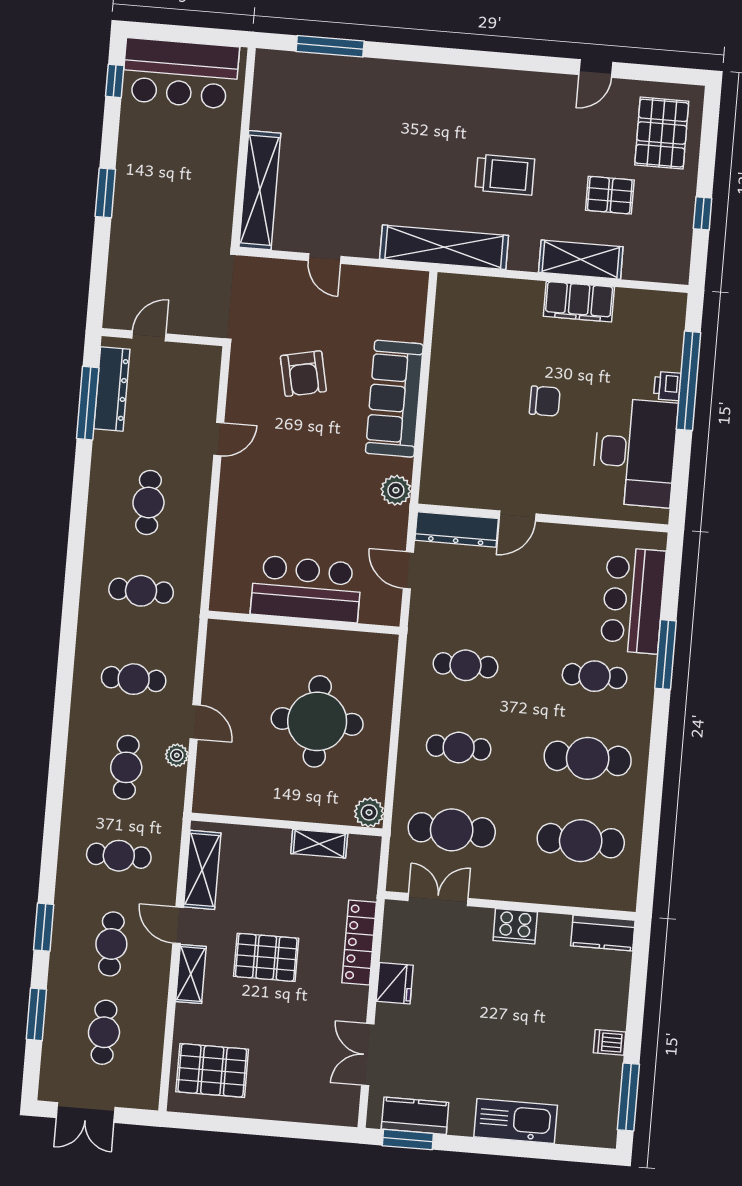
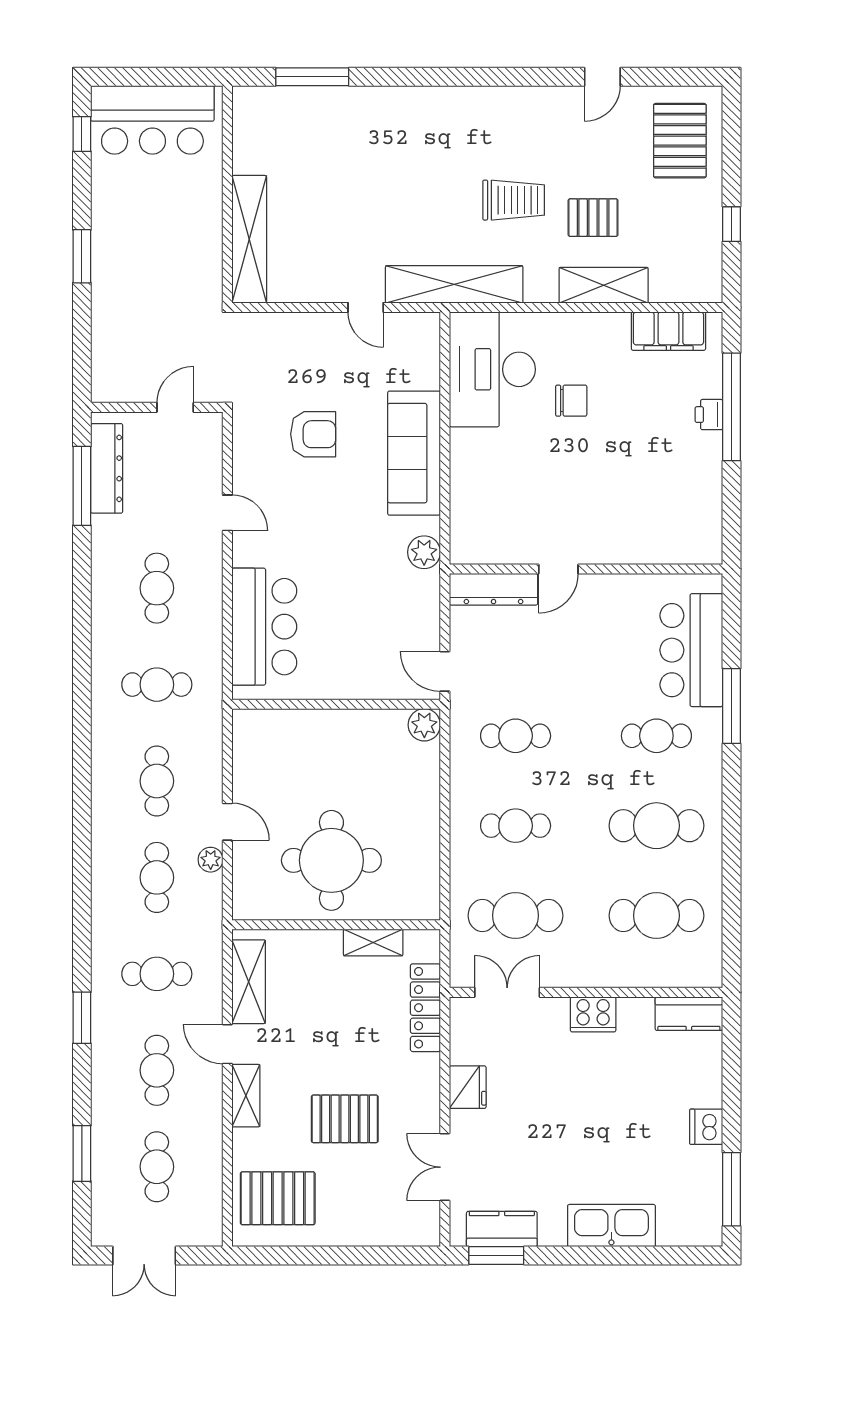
pallet: (610, 195) -> (593, 218), moved
door: (325, 259) -> (366, 307), moved
filing cabinet: (579, 302) -> (668, 331), moved
door: (149, 336) -> (175, 407), moved
armchair: (303, 374) -> (313, 434), turned -78
chair: (545, 401) -> (571, 401), moved
door: (219, 439) -> (227, 513), hinge flipped
desk: (635, 452) -> (492, 369), moved, turned 180
door: (408, 570) -> (445, 671), moved
bar counter: (306, 589) -> (264, 627), moved, turned 90
cafe table: (134, 679) -> (157, 781), turned 90
round table: (317, 721) -> (331, 860), moved
plant: (369, 812) -> (424, 725), moved
window: (44, 927) -> (82, 1018), moved
locker: (359, 942) -> (425, 1008), moved
pallet: (266, 957) -> (345, 1119), moved
dishwasher: (610, 1042) -> (706, 1127), width x1.38

